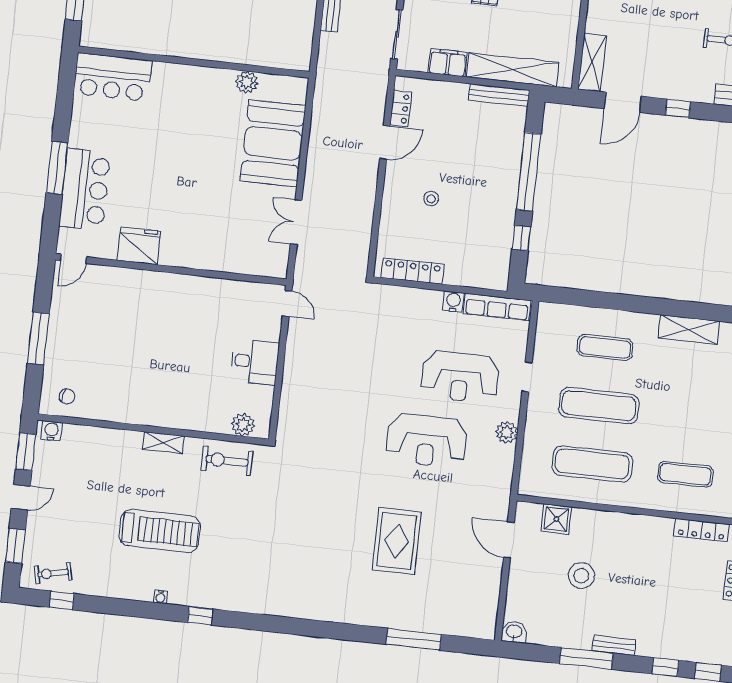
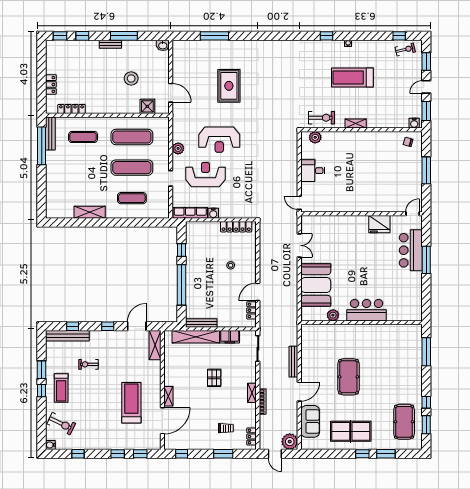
bar counter: (113, 77) -> (367, 310), moved
reception desk: (426, 441) -> (219, 140), turned 180

